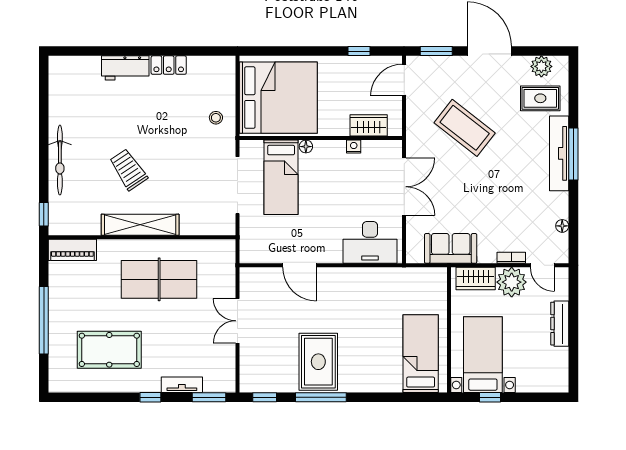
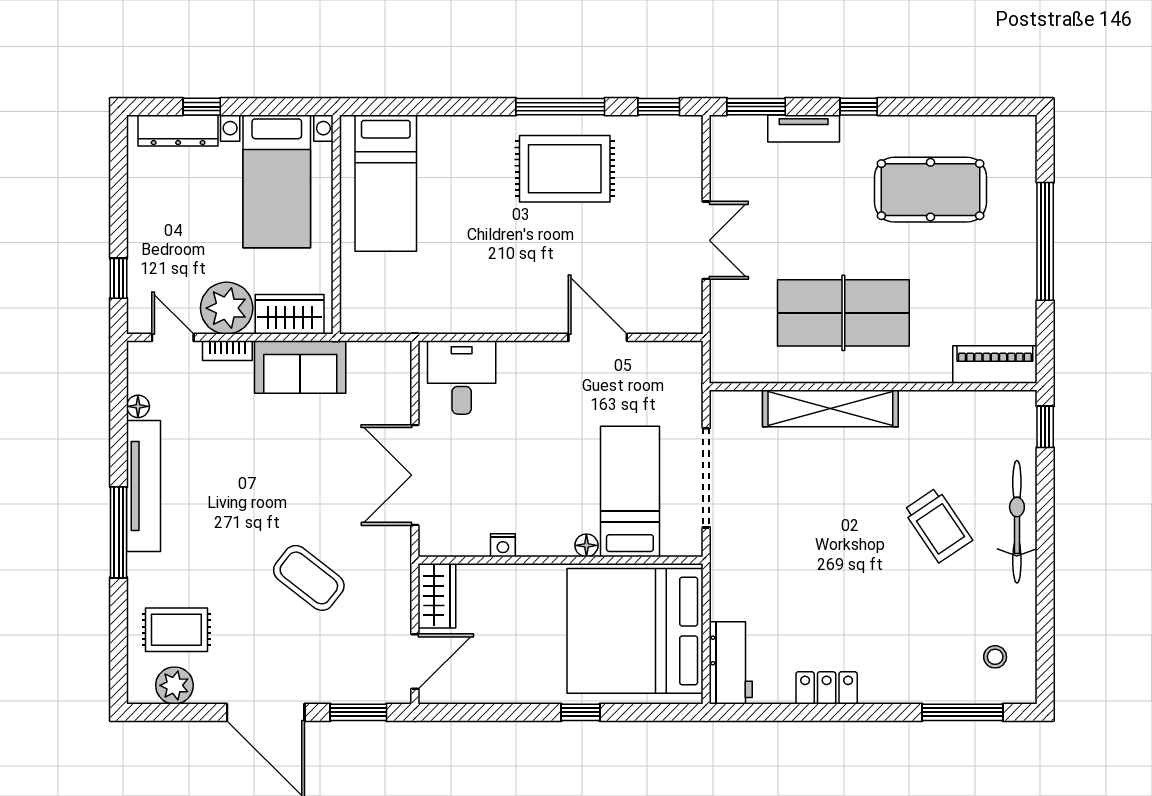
window: (91, 51) -> (963, 712), added
window: (359, 51) -> (581, 712), moved
workbench: (125, 68) -> (731, 663), moved, turned 90
stool: (216, 118) -> (995, 657), moved
wardrobe: (369, 125) -> (437, 596), moved, turned -90
coffee table: (465, 128) -> (309, 578), width x0.73, depth x0.76
tv unit: (559, 153) -> (143, 486), moved
trolley: (128, 170) -> (938, 525), moved
shelving: (140, 225) -> (830, 408), moved
desk: (370, 242) -> (462, 377), width x0.73
sofa: (451, 248) -> (300, 367), moved
window: (573, 299) -> (119, 278), added
dresser: (560, 324) -> (178, 130), moved, turned 90
rug: (318, 362) -> (565, 169), turned 90
window: (490, 397) -> (202, 107), moved

